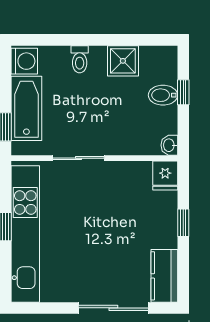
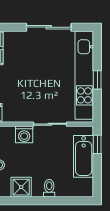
washing machine: (24, 61) -> (24, 134), moved, turned -90
sliding door: (113, 308) -> (49, 27), moved

